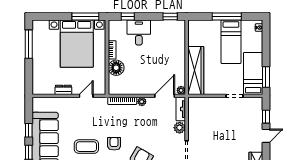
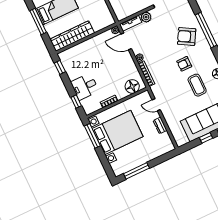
floor lamp: (116, 68) -> (132, 86), moved
wardrobe: (196, 70) -> (72, 36), moved

